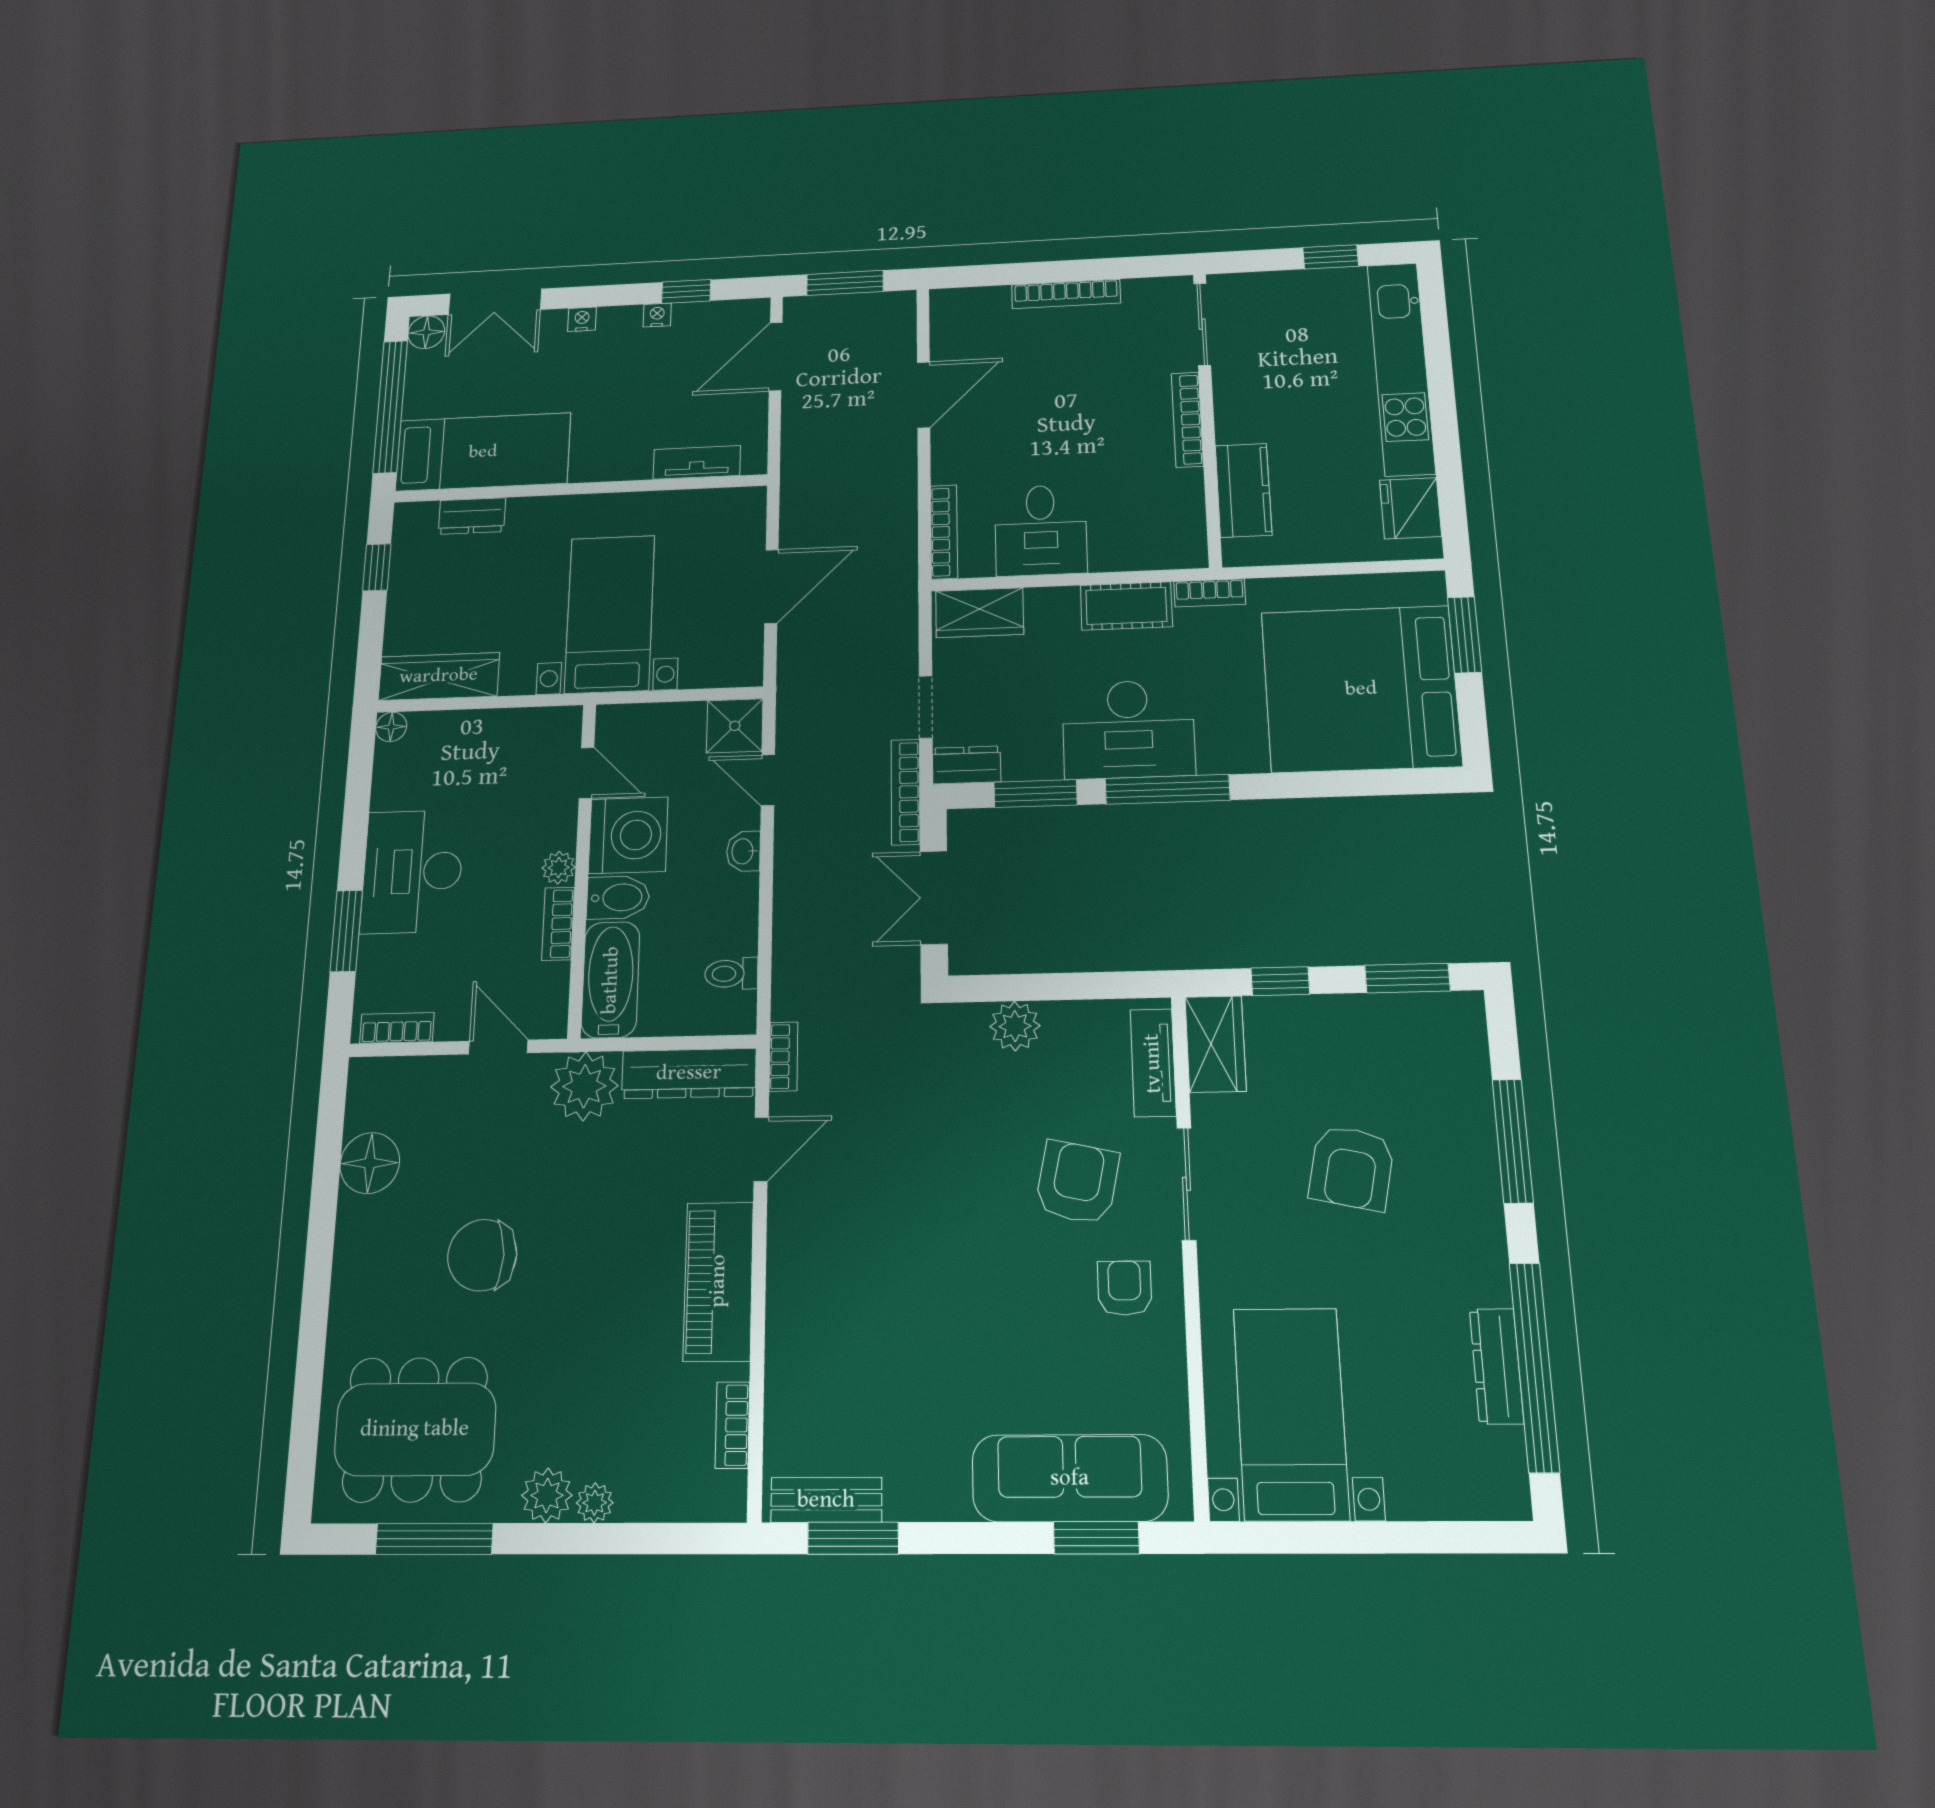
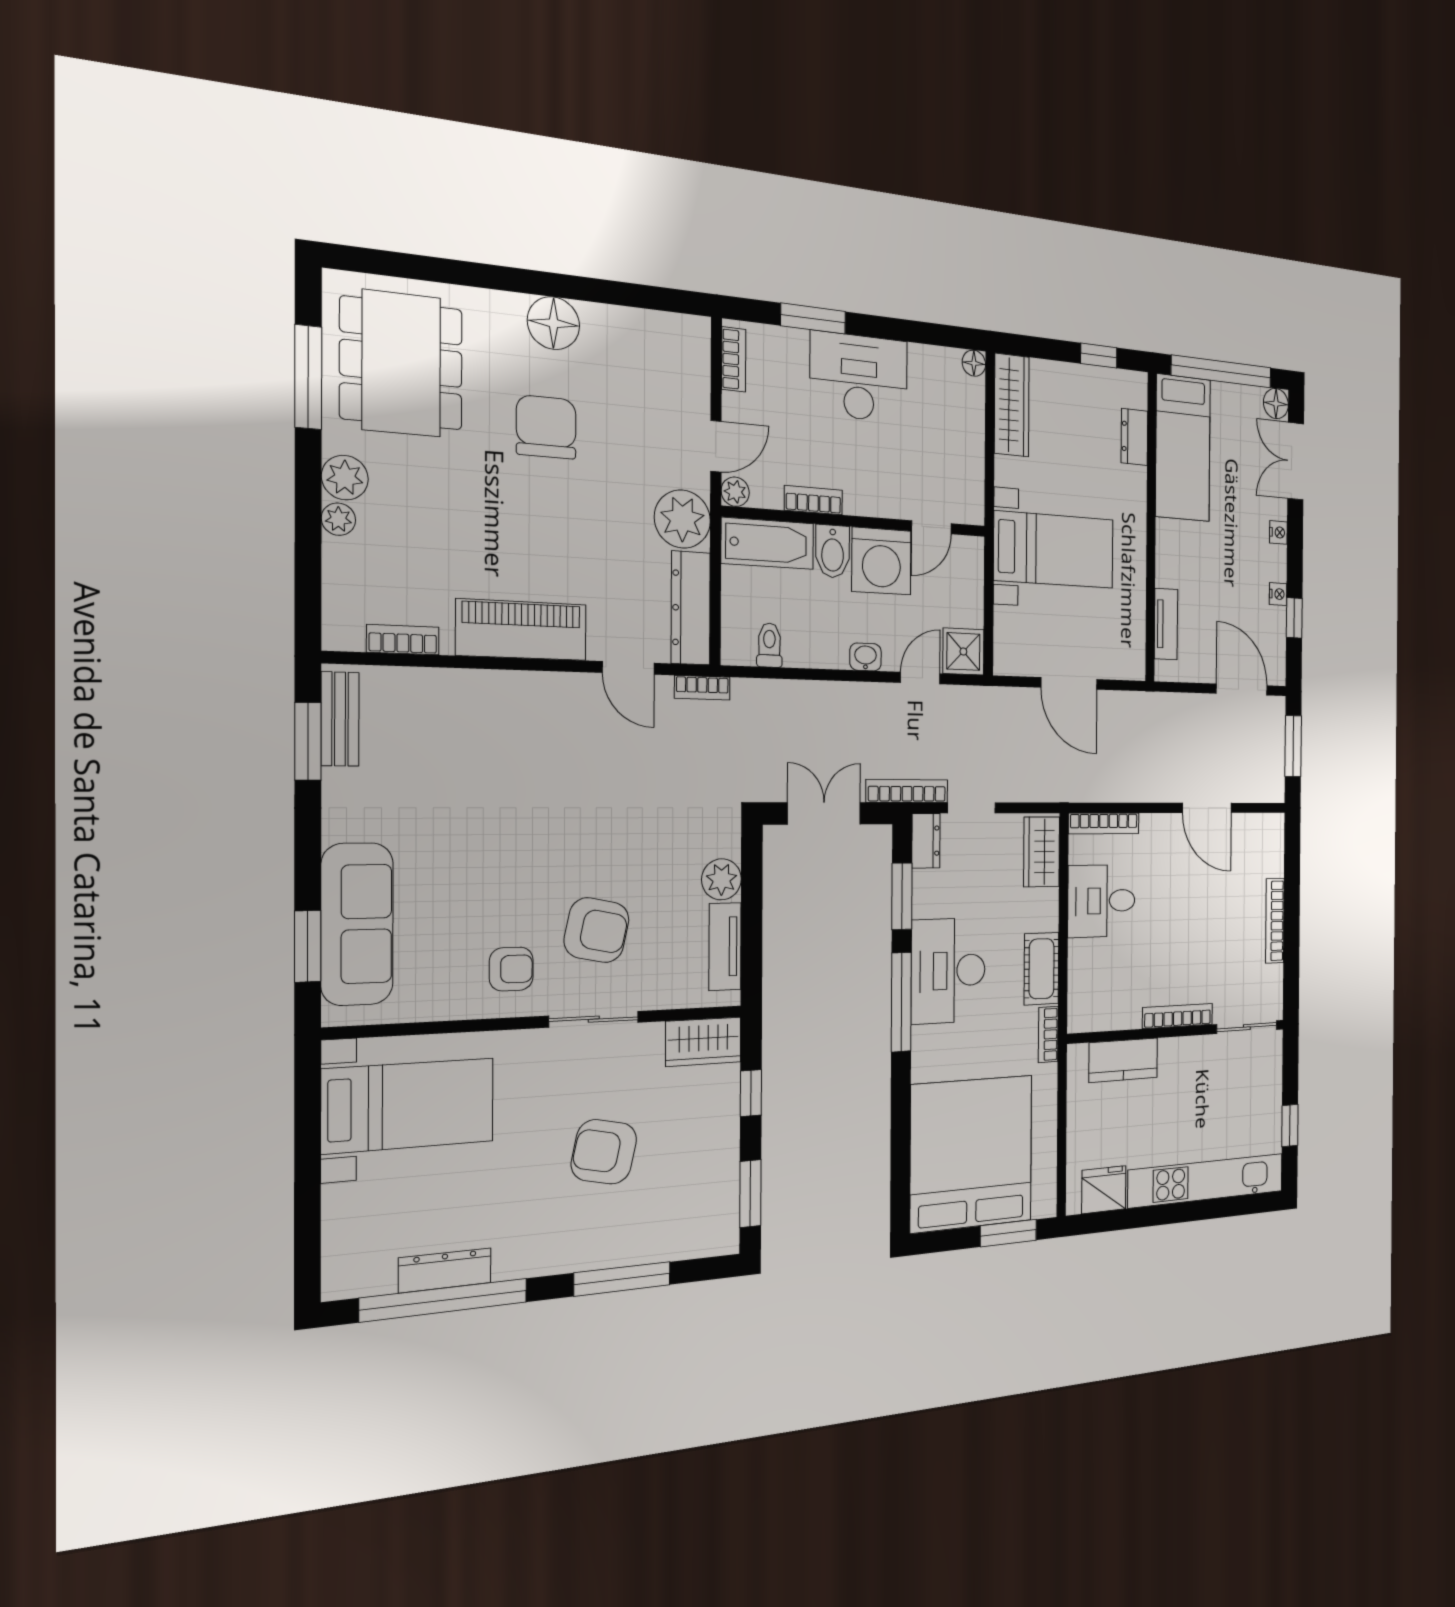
plant: (559, 868) -> (735, 492), moved
tv unit: (1153, 1063) -> (725, 947), moved, turned -90
floor lamp: (370, 1163) -> (553, 323), moved

